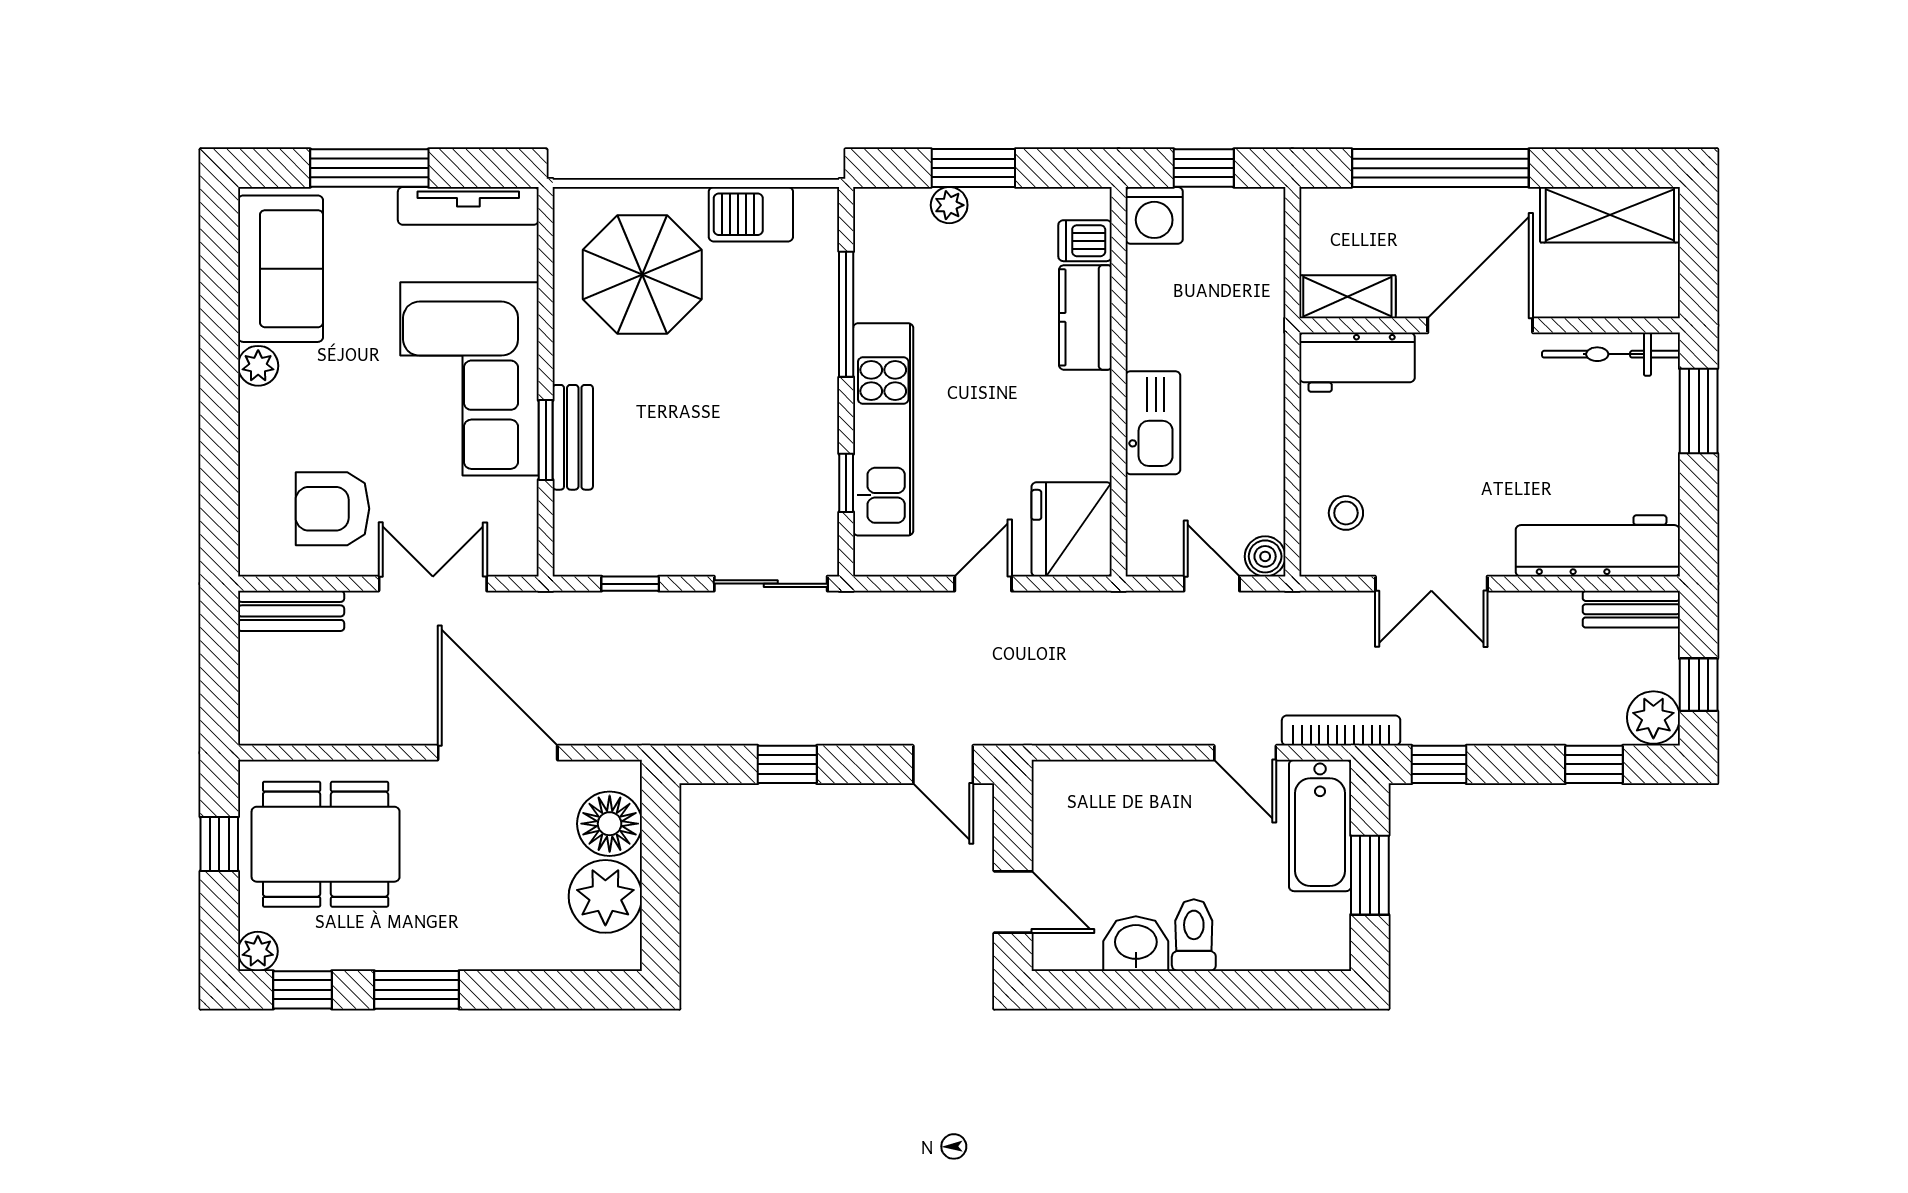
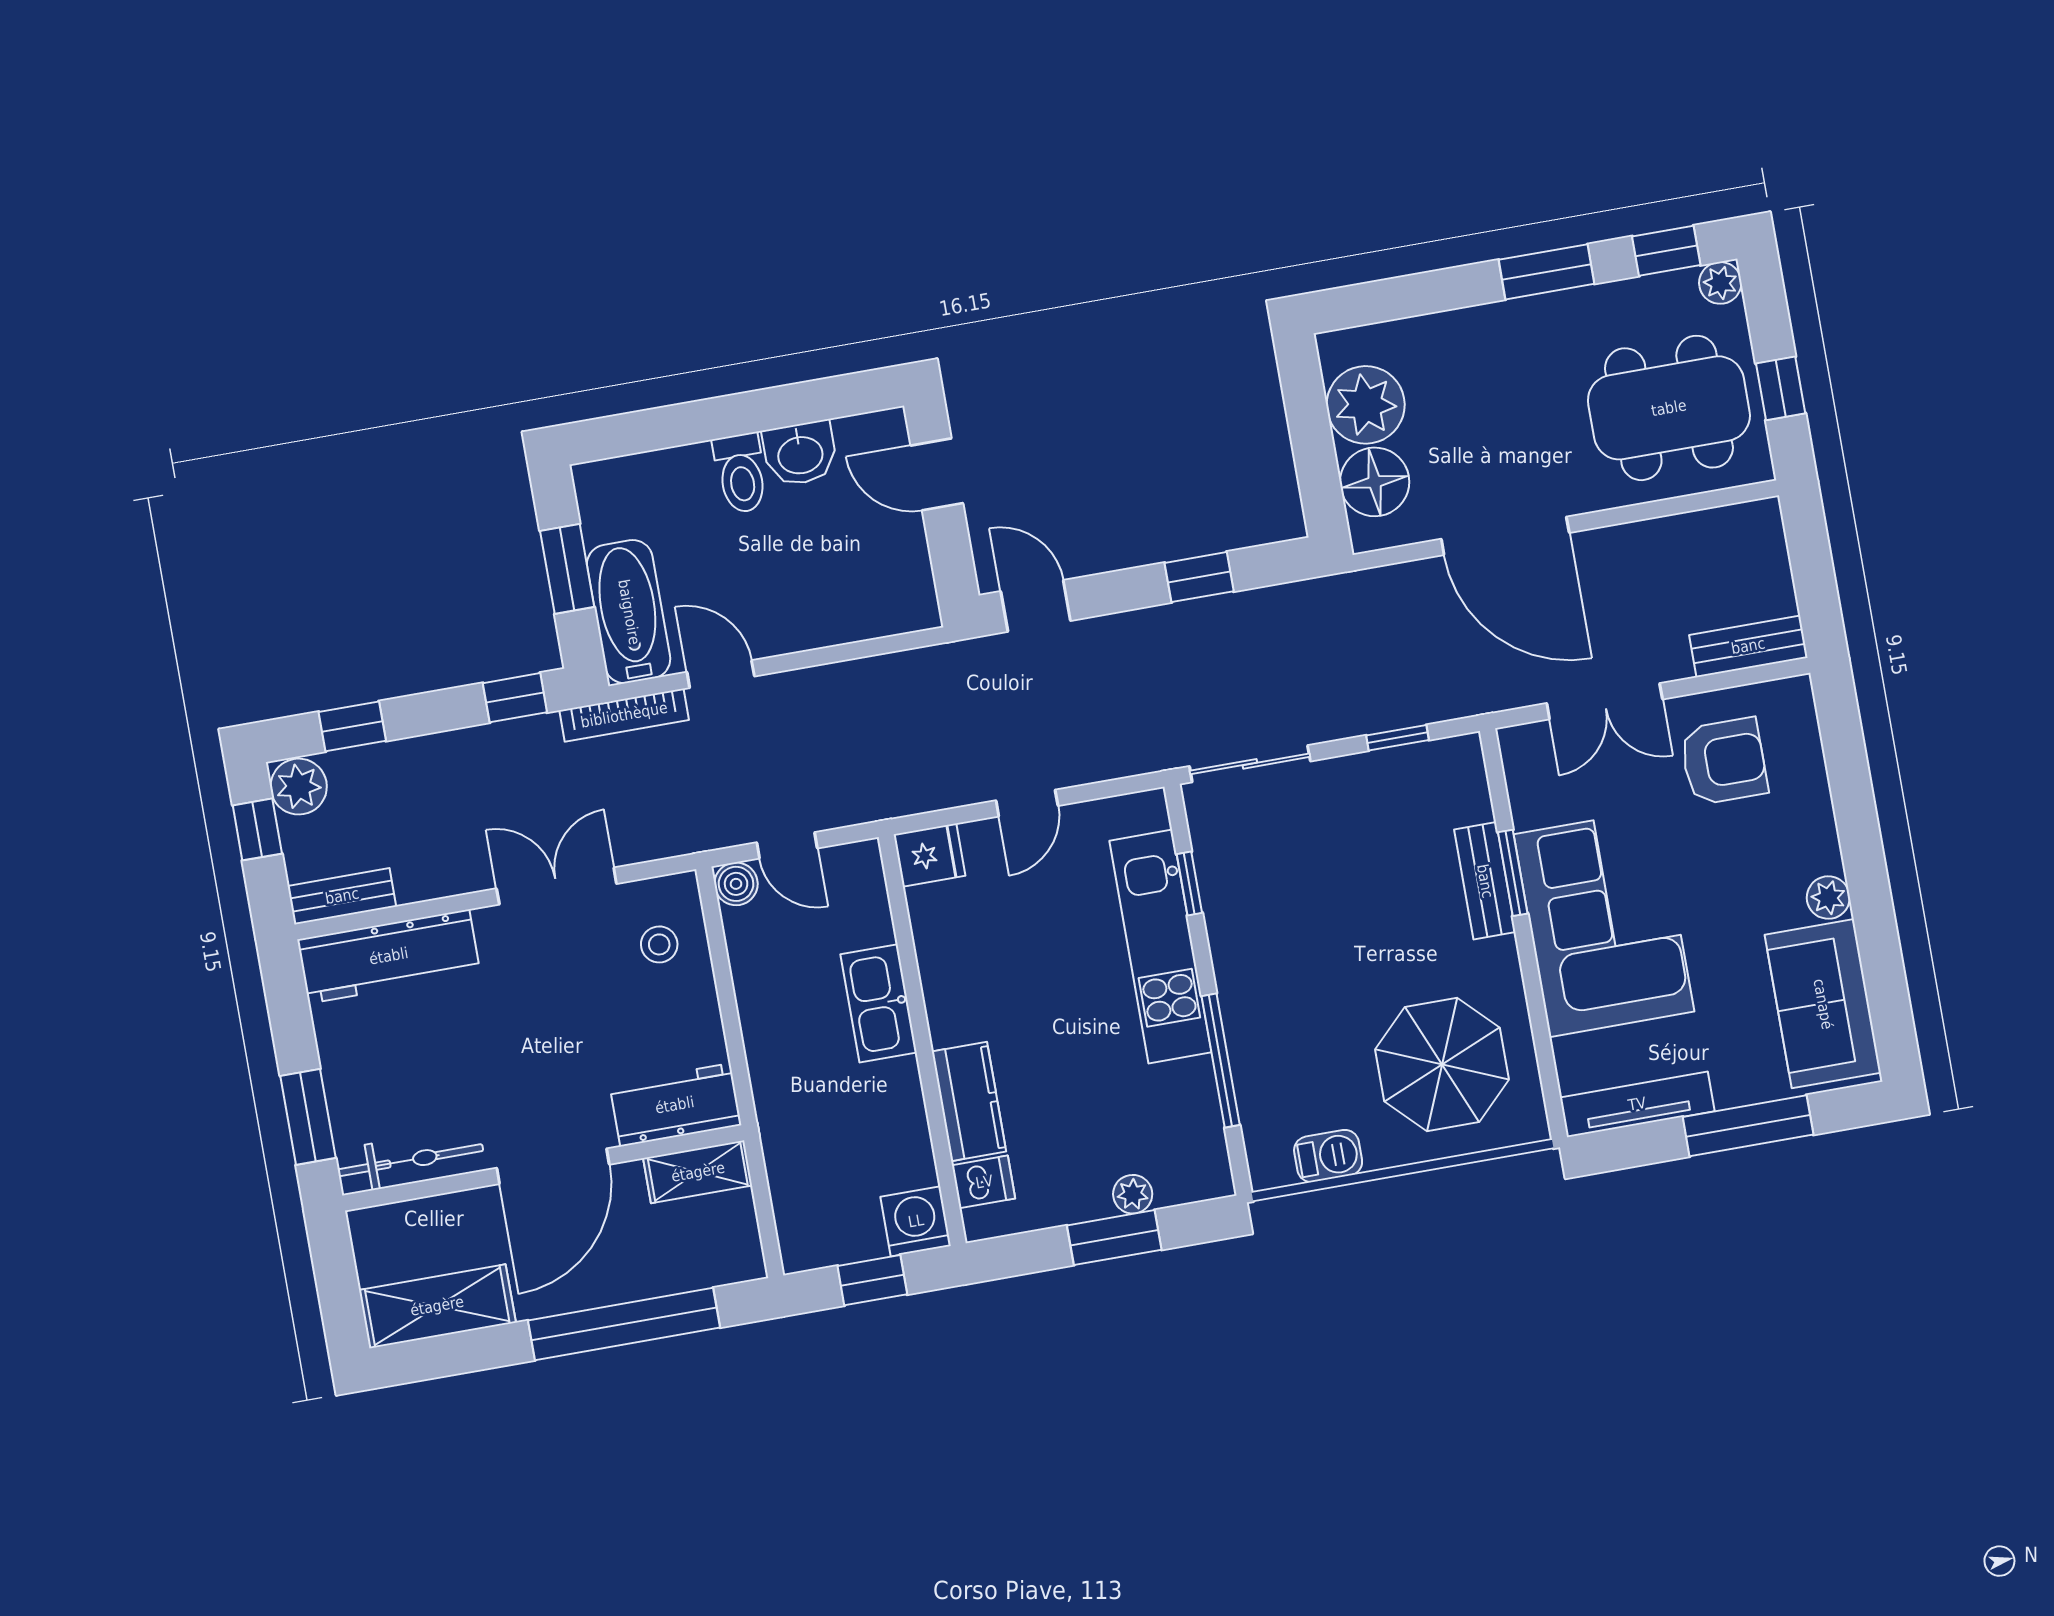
barbecue: (751, 214) -> (1328, 1156), width x0.73, depth x0.79
fridge: (1072, 529) -> (929, 855), width x0.53, depth x0.75

